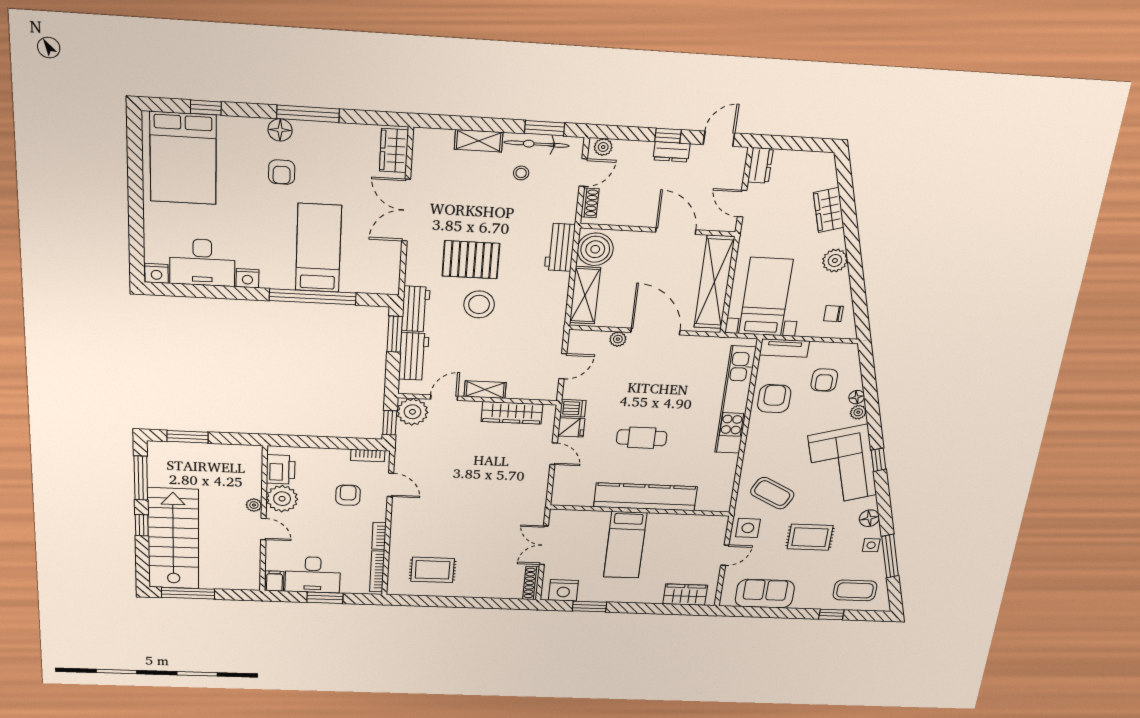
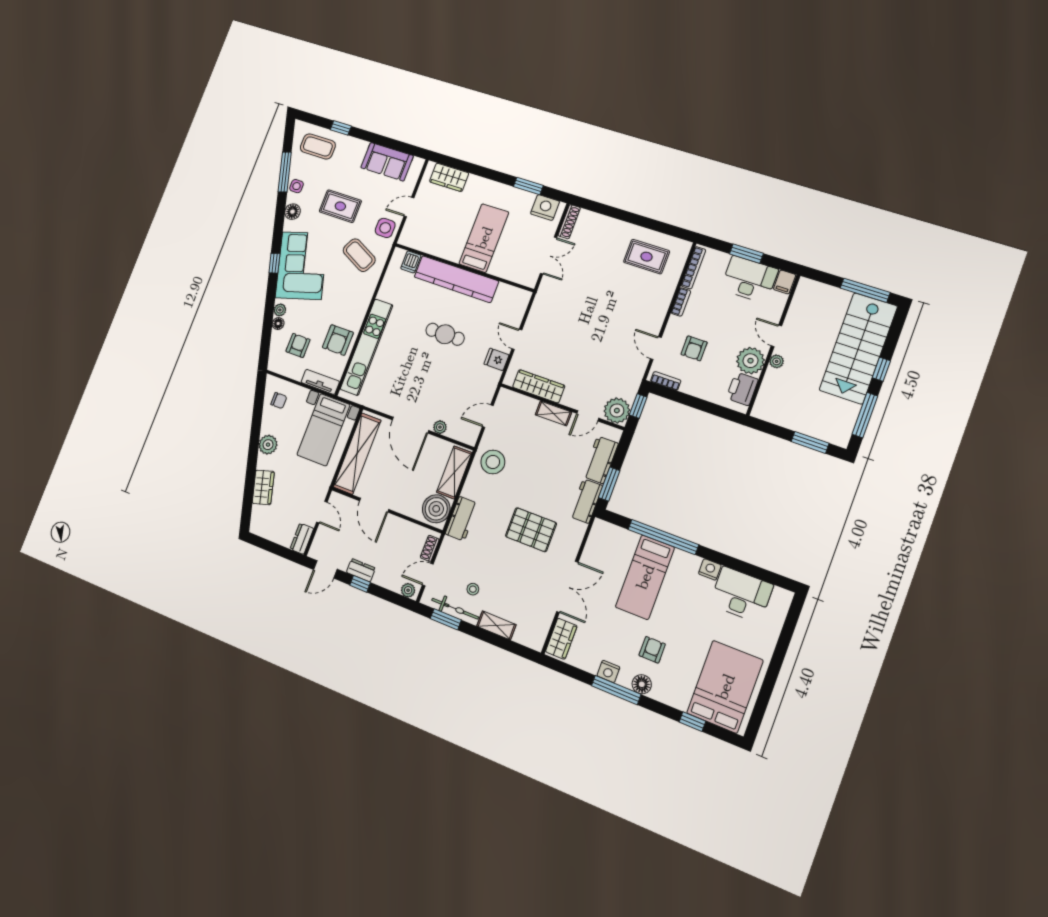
nightstand: (157, 273) -> (608, 671), moved, turned 180
stool: (479, 304) -> (493, 462), moved
dishwasher: (573, 408) -> (411, 262), moved, turned -90

